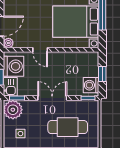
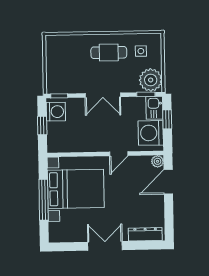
door: (40, 50) -> (119, 154), swing flipped
cafe table: (68, 127) -> (109, 53), moved, width x0.73, depth x0.74

